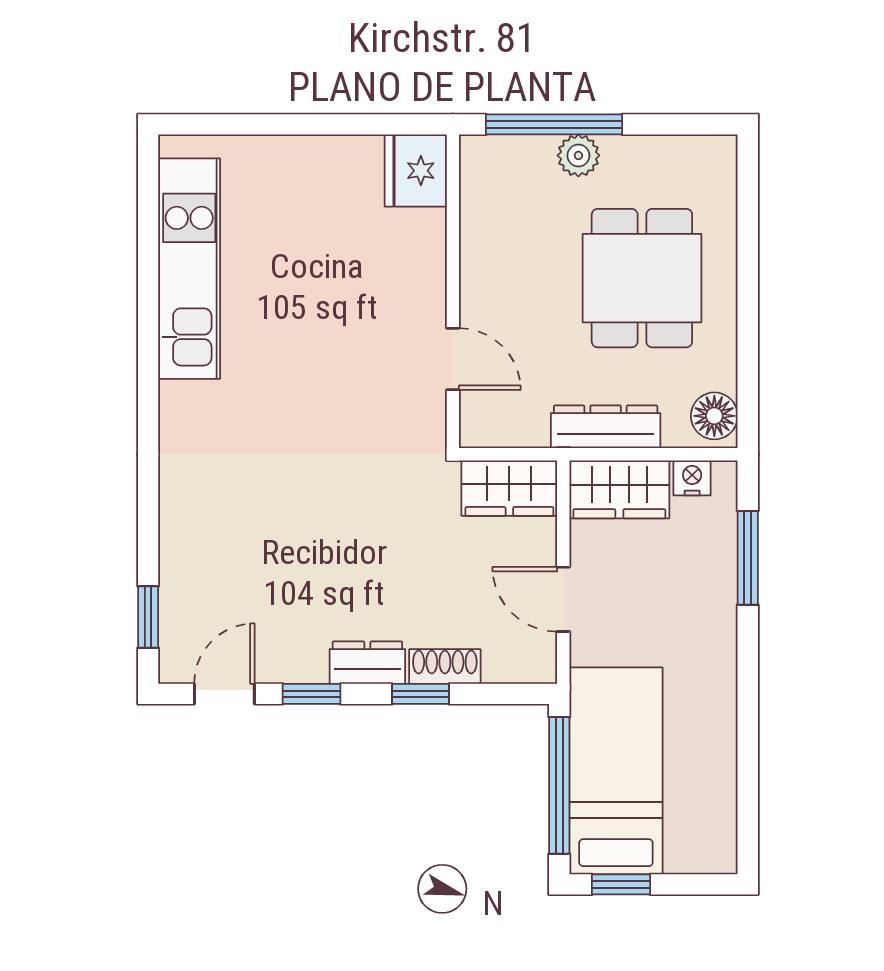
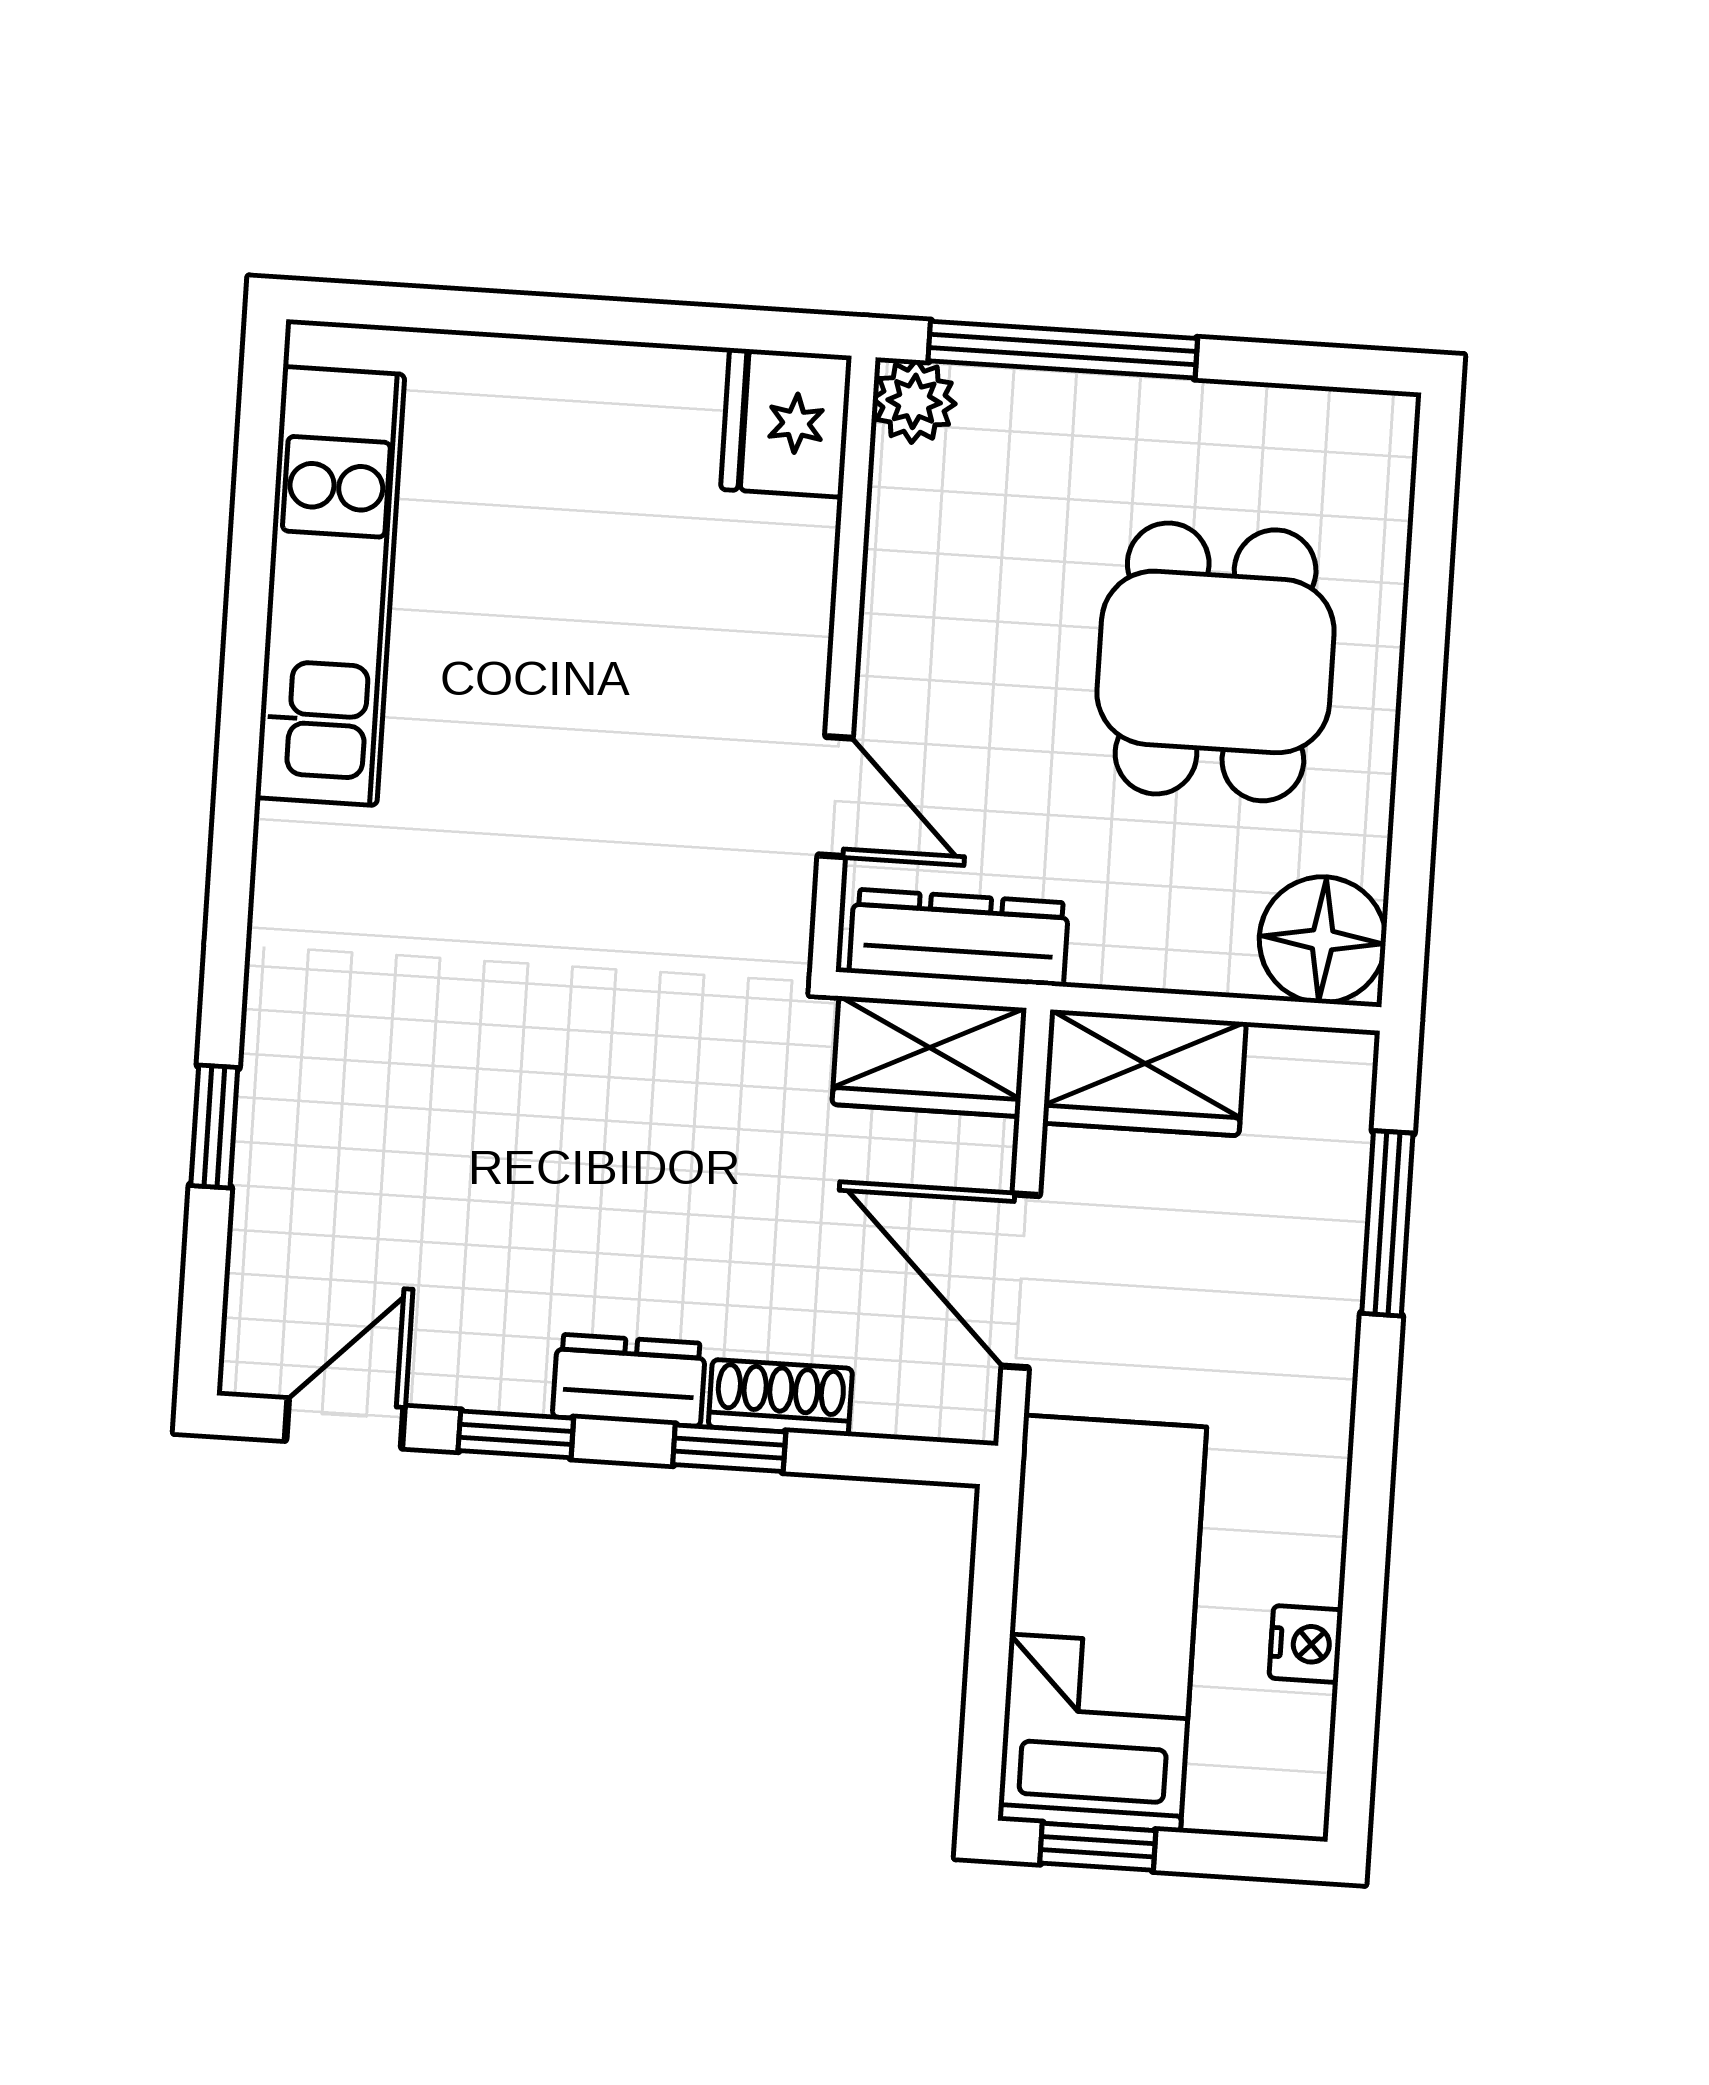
plant: (578, 155) -> (914, 401), moved
floor lamp: (714, 416) -> (1323, 940), width x1.38, depth x1.38
dresser: (606, 427) -> (959, 938), moved
nightstand: (692, 478) -> (1306, 1644), moved, turned 90
door: (563, 599) -> (1021, 1281), width x1.38
window: (148, 617) -> (214, 1126), moved
window: (559, 785) -> (989, 1645), removed

